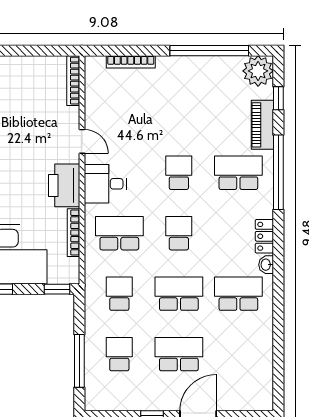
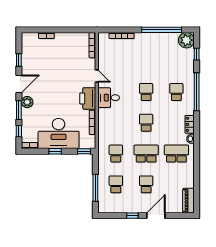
piano: (262, 125) -> (189, 201), moved
school desk: (238, 173) -> (176, 92), width x0.54
school desk: (119, 233) -> (116, 123), removed
school desk: (179, 354) -> (146, 184), width x0.54

